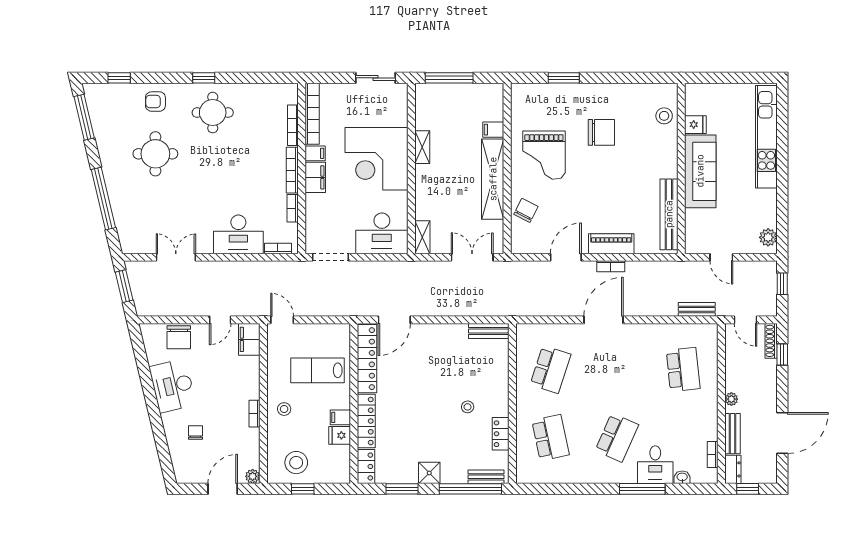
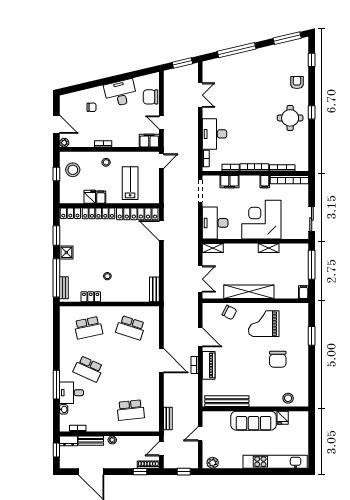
filing cabinet: (493, 130) -> (304, 292), moved
round table: (155, 154) -> (264, 82), removed
filing cabinet: (315, 177) -> (229, 182), moved

